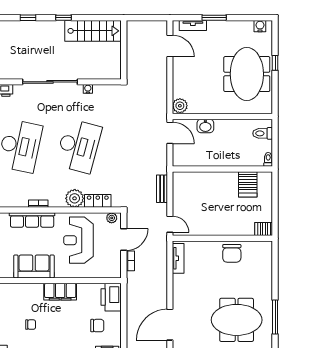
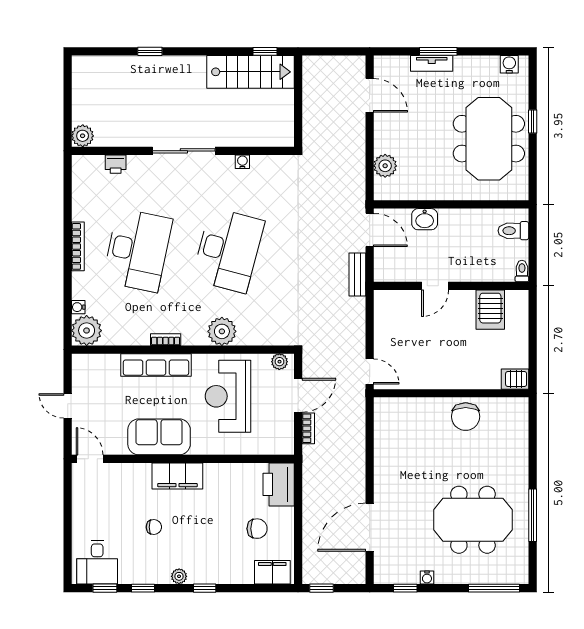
window: (63, 18) -> (265, 51), moved
tv unit: (193, 25) -> (432, 63), moved
sliding door: (50, 82) -> (184, 151), width x0.73
plant: (180, 106) -> (385, 166), moved
door: (212, 169) -> (435, 286), added
bench: (162, 189) -> (357, 274), moved
locker: (98, 201) -> (258, 335), removed
tv unit: (178, 258) -> (382, 424), removed
filing cabinet: (60, 292) -> (177, 476), moved

